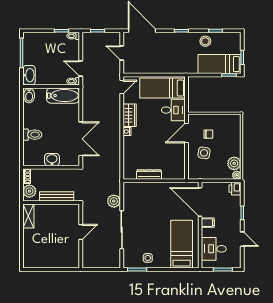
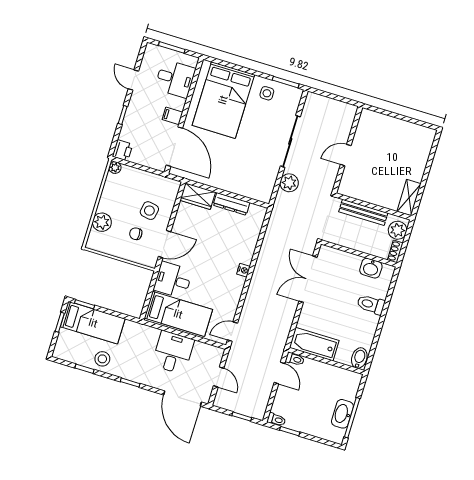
desk: (158, 60) -> (173, 352), added
washbasin: (29, 75) -> (342, 414), moved
wardrobe: (130, 115) -> (198, 196), moved, turned -90
washbasin: (52, 160) -> (371, 268), moved
plant: (234, 163) -> (102, 222), moved
bed: (182, 244) -> (223, 100), width x1.50

